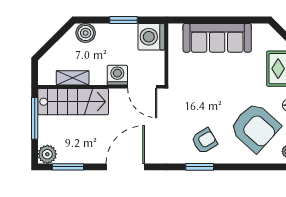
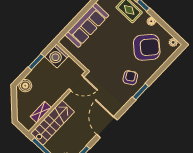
washing machine: (117, 75) -> (60, 90), removed

